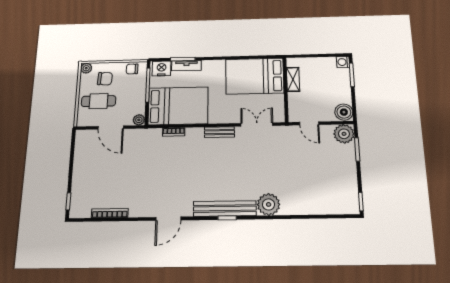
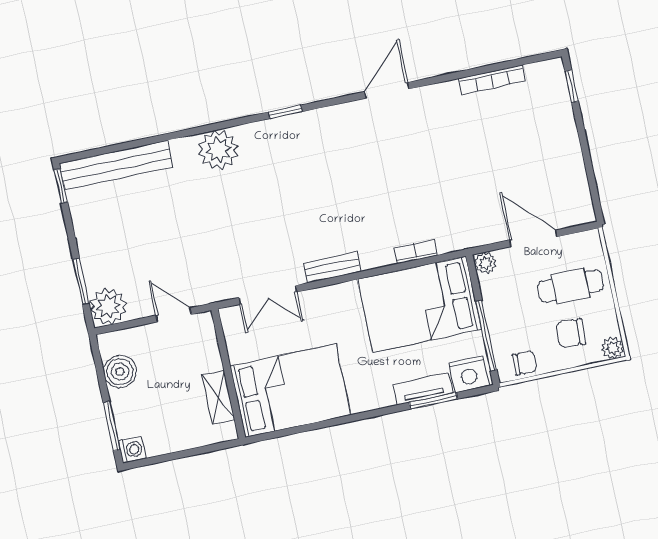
boiler: (344, 112) -> (120, 372), moved
bench: (225, 209) -> (116, 165), moved

